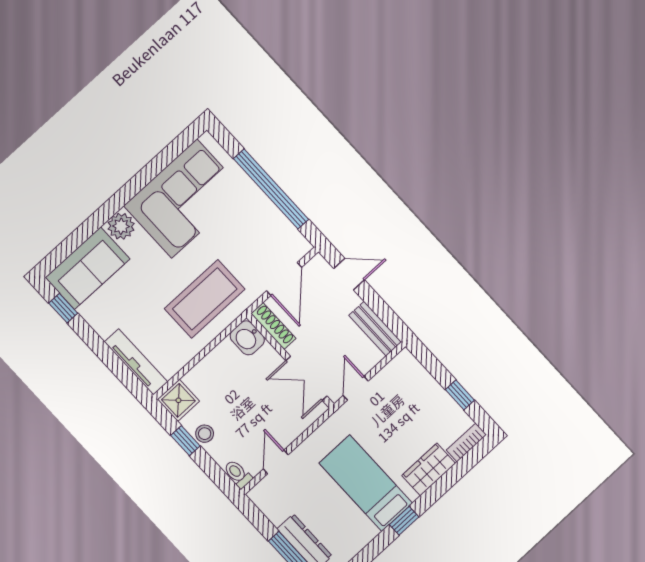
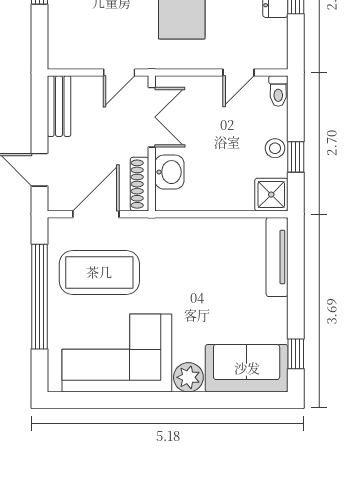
coffee table: (205, 299) -> (99, 272), moved
washbasin: (247, 338) -> (169, 172), moved

